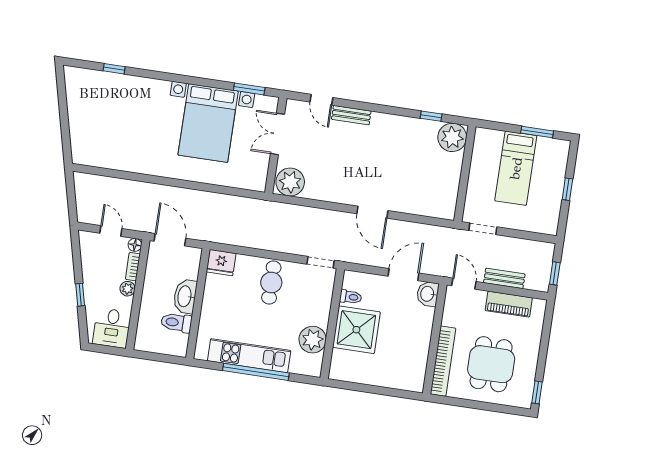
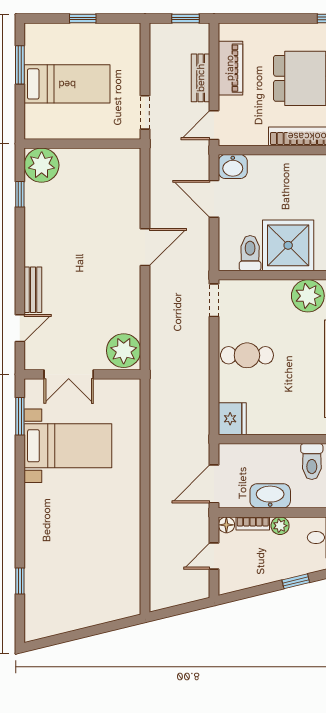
bed with nightstands: (208, 123) -> (68, 446), width x0.73
washbasin: (185, 296) -> (270, 496), moved, turned 180
toilet: (351, 297) -> (250, 253), width x1.37, depth x1.39

